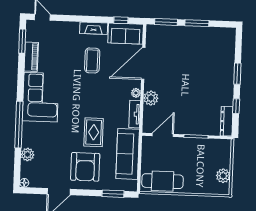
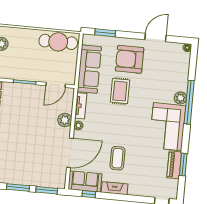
window: (22, 41) -> (183, 165), moved
plant: (28, 155) -> (180, 98), moved
armchair: (85, 167) -> (130, 59), turned -90

